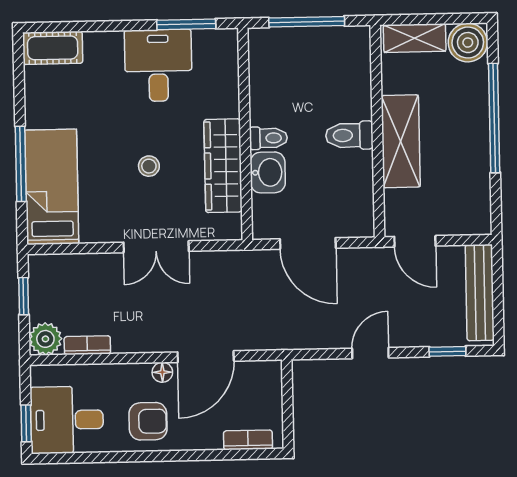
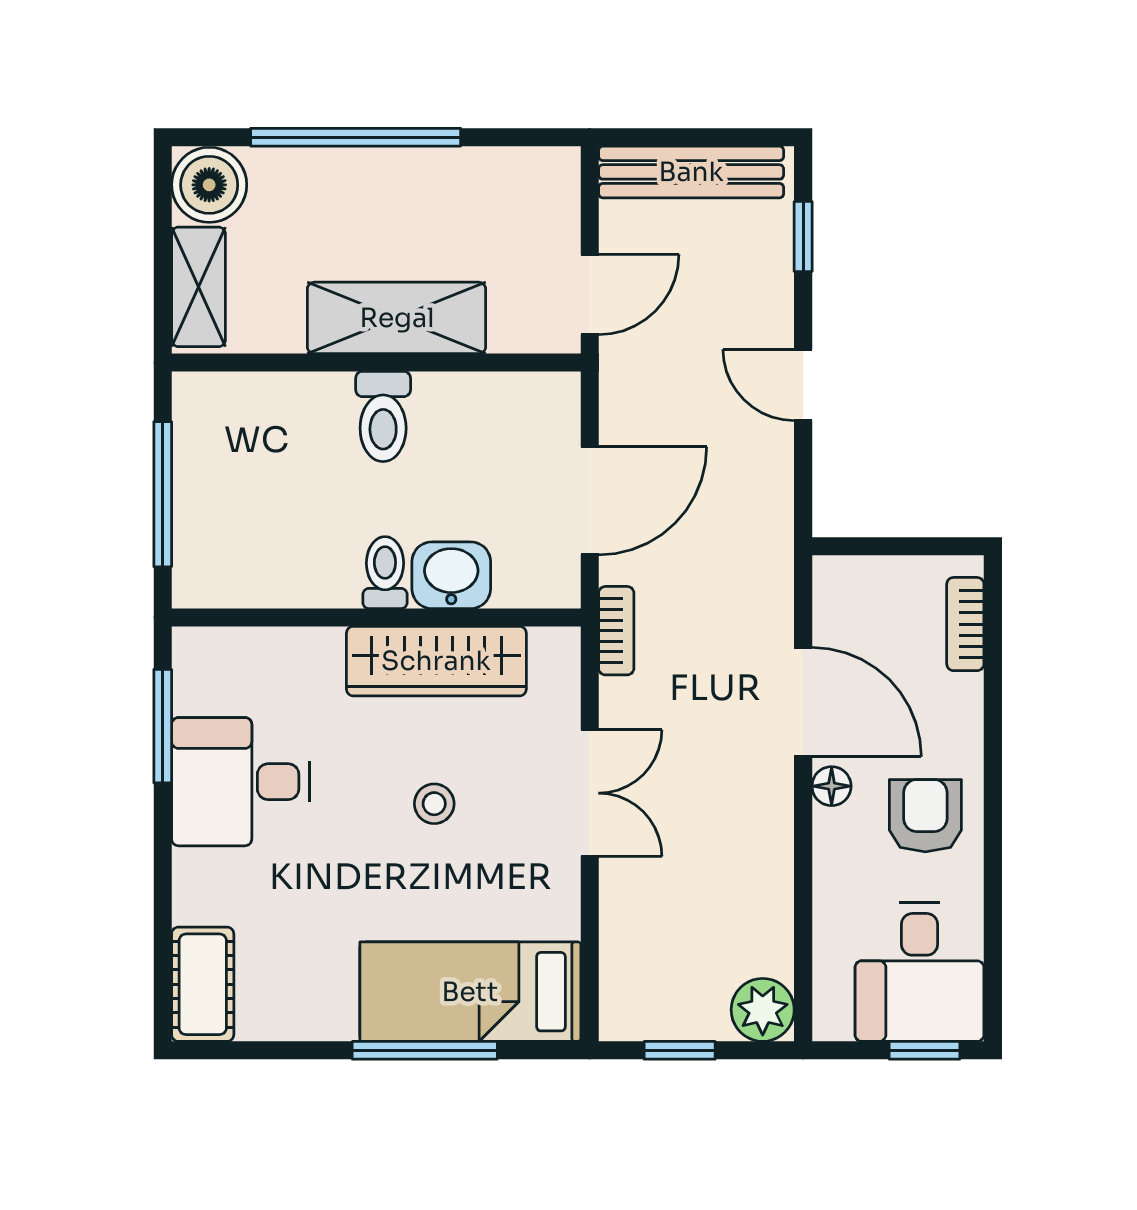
bookcase: (87, 345) -> (616, 631), moved, turned 180

